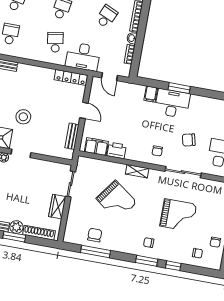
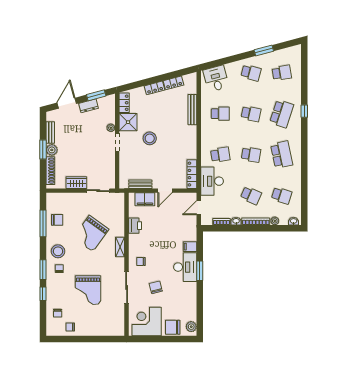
filing cabinet: (96, 147) -> (145, 199), moved, turned 90
stool: (129, 240) -> (58, 251), added

